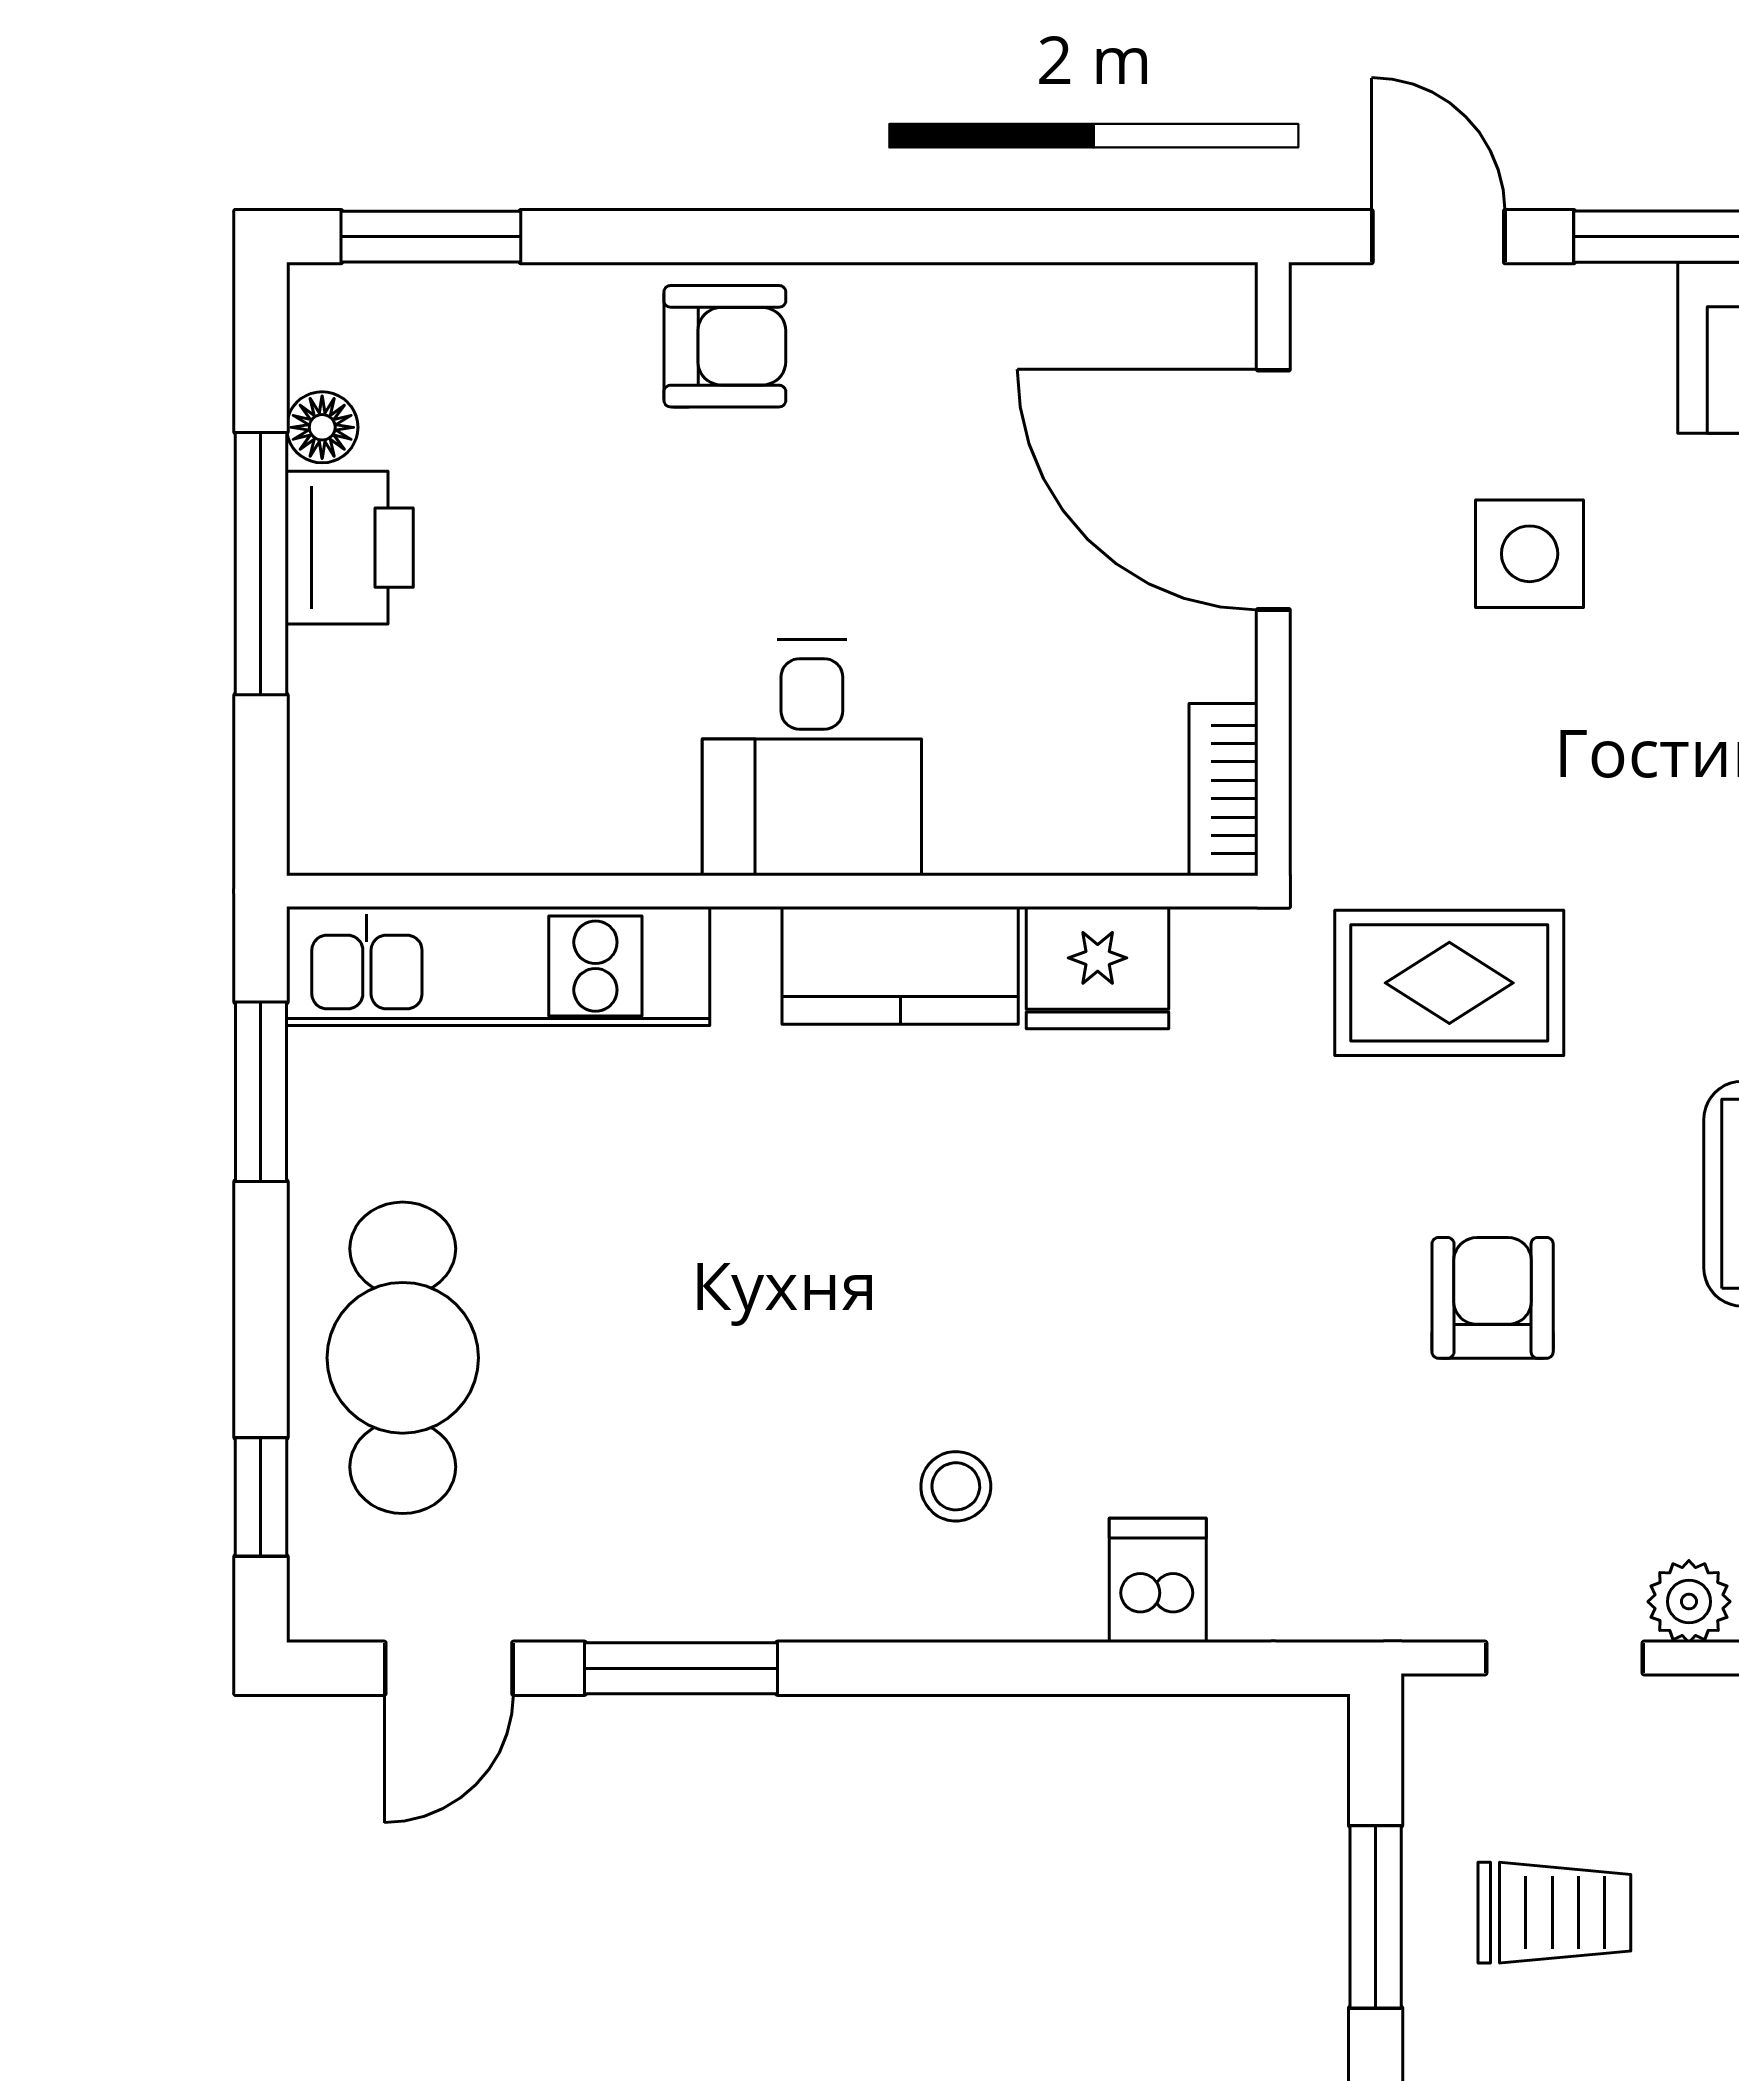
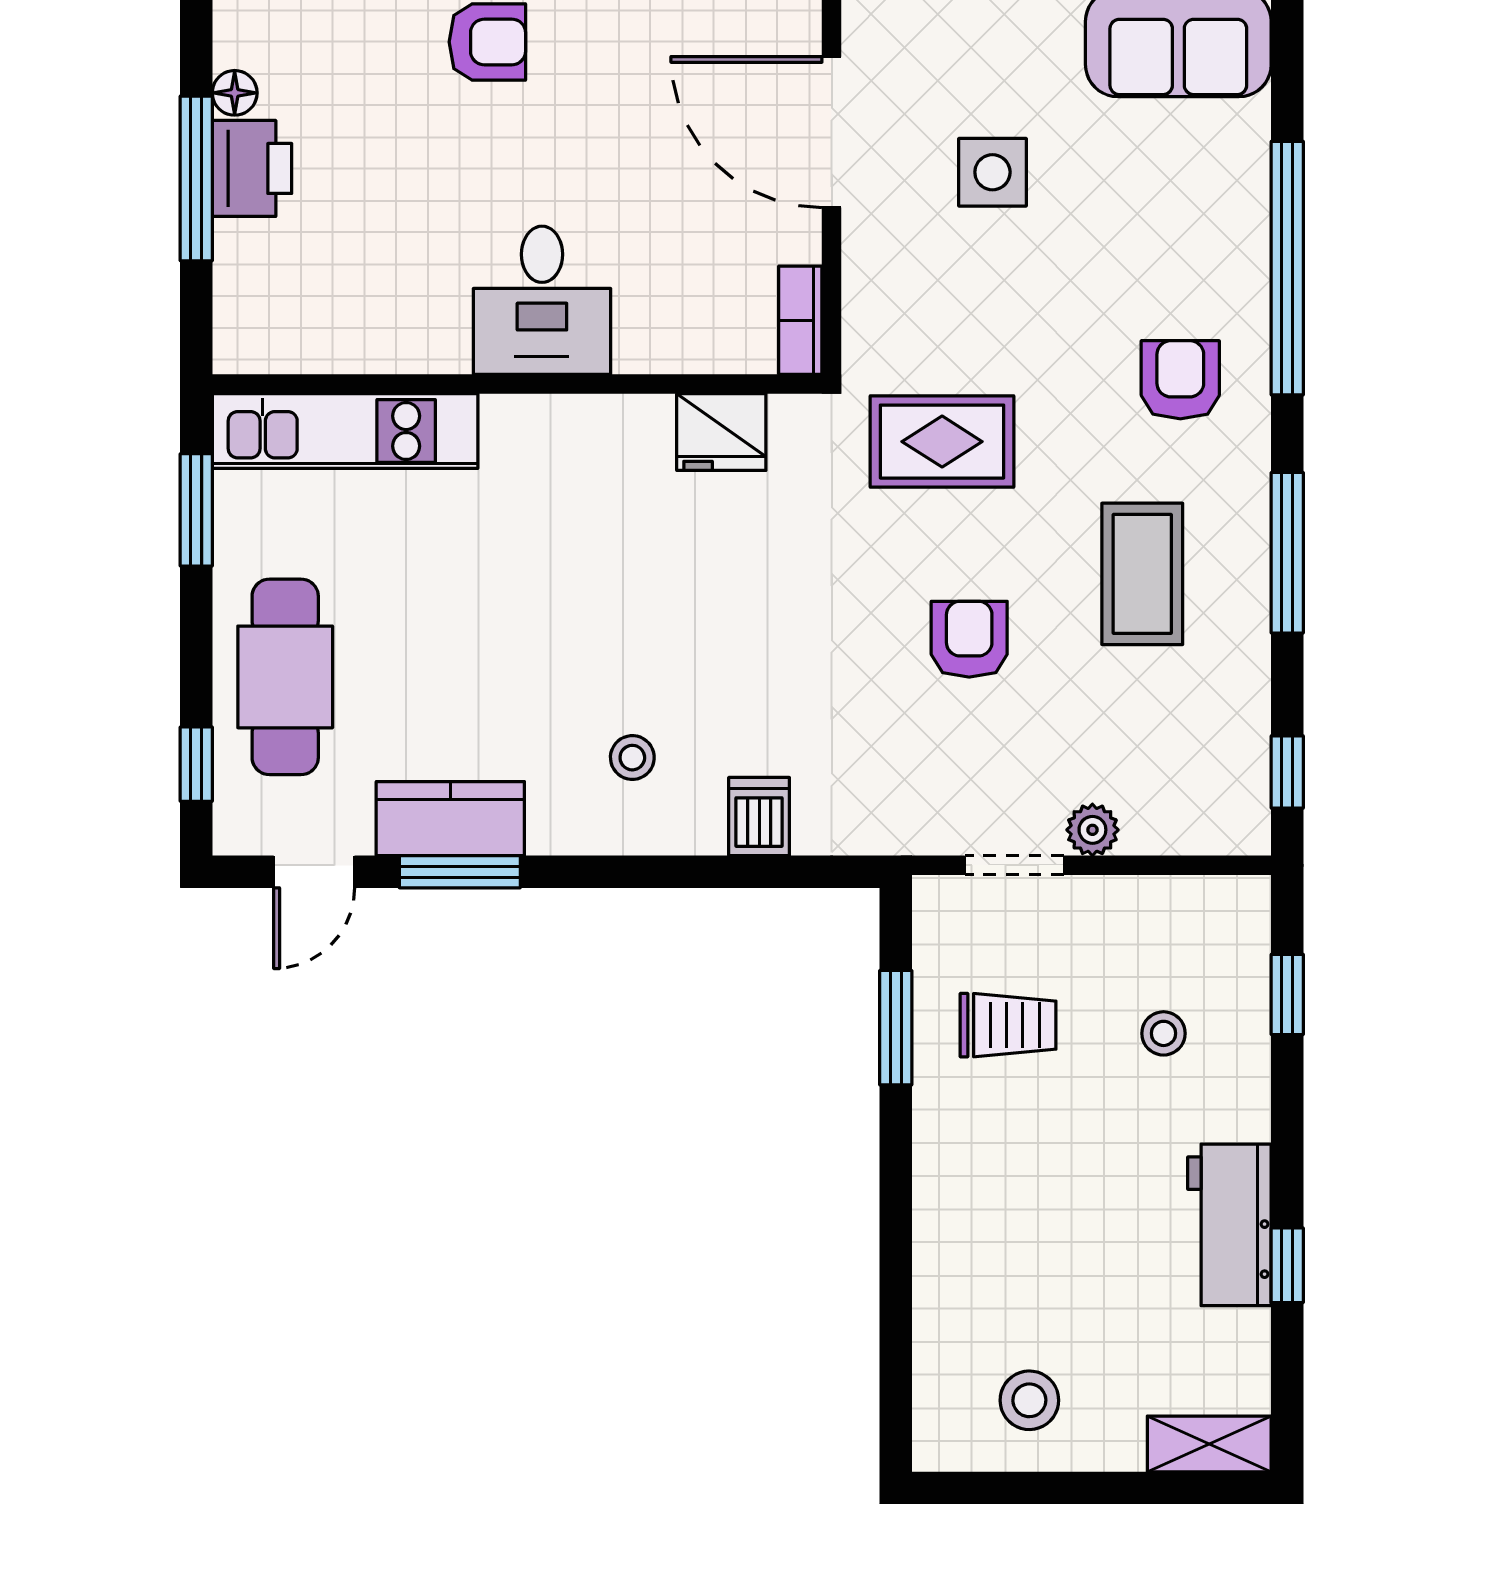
kitchen counter: (900, 965) -> (450, 819), moved, turned 180

